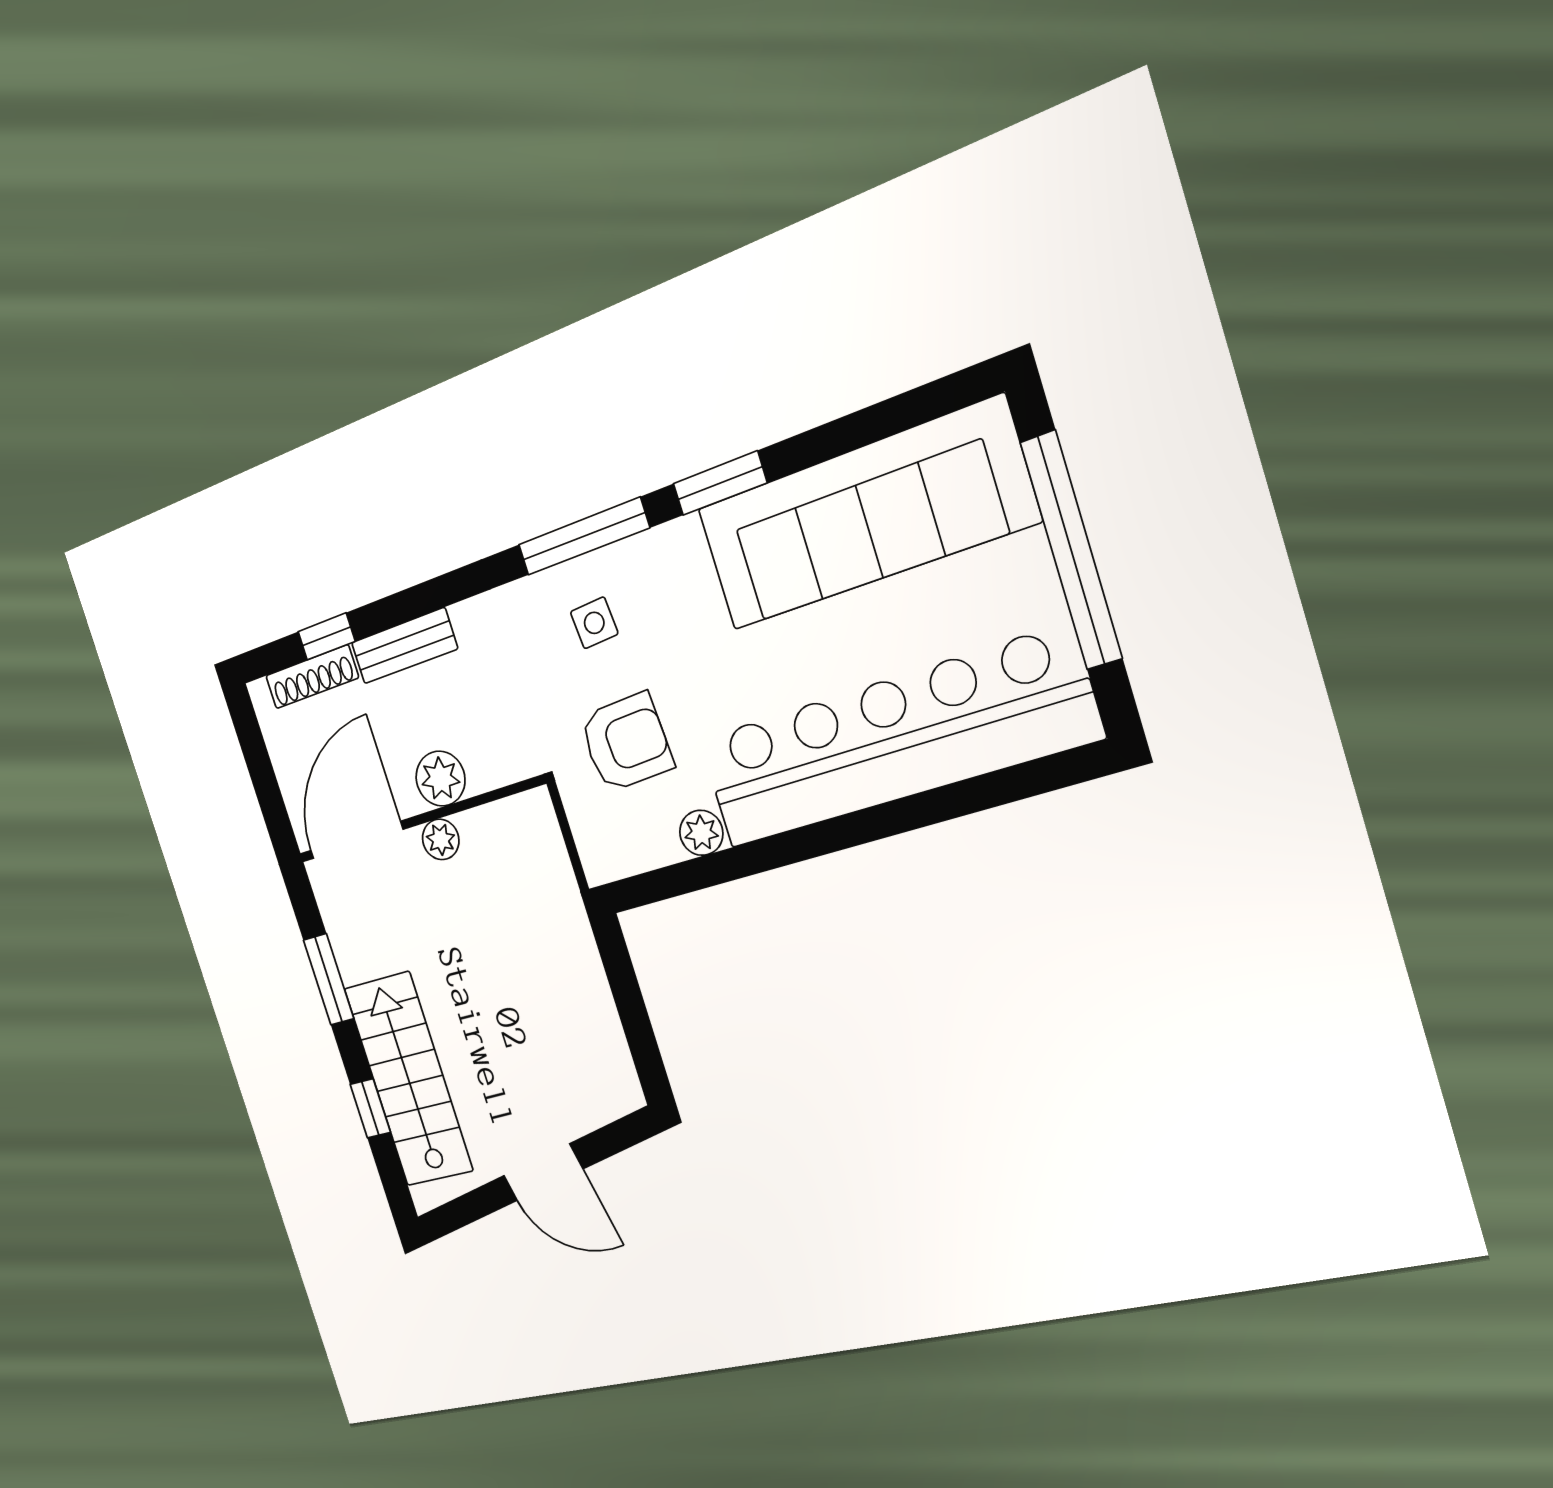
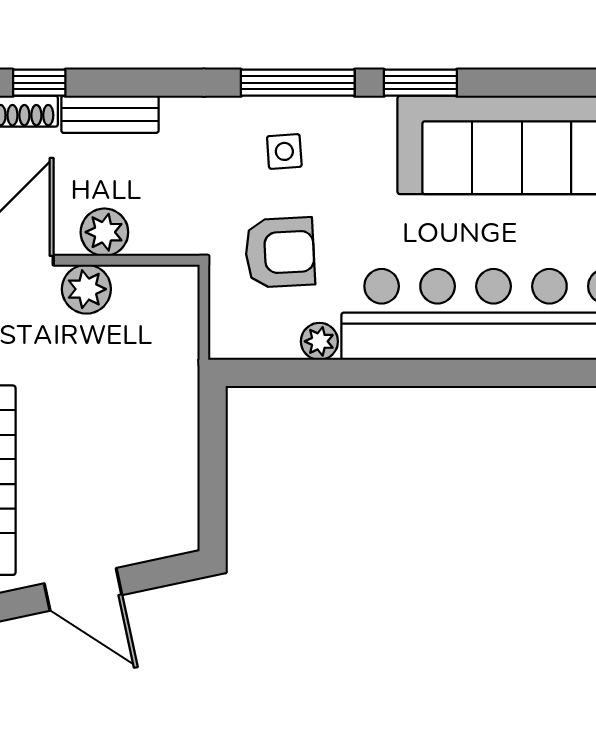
plant: (441, 839) -> (86, 289), width x1.38, depth x1.38

